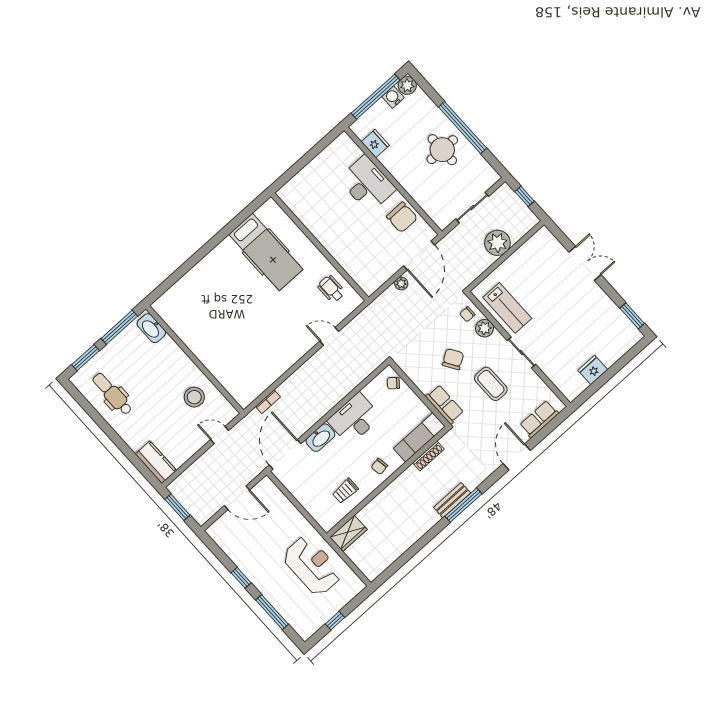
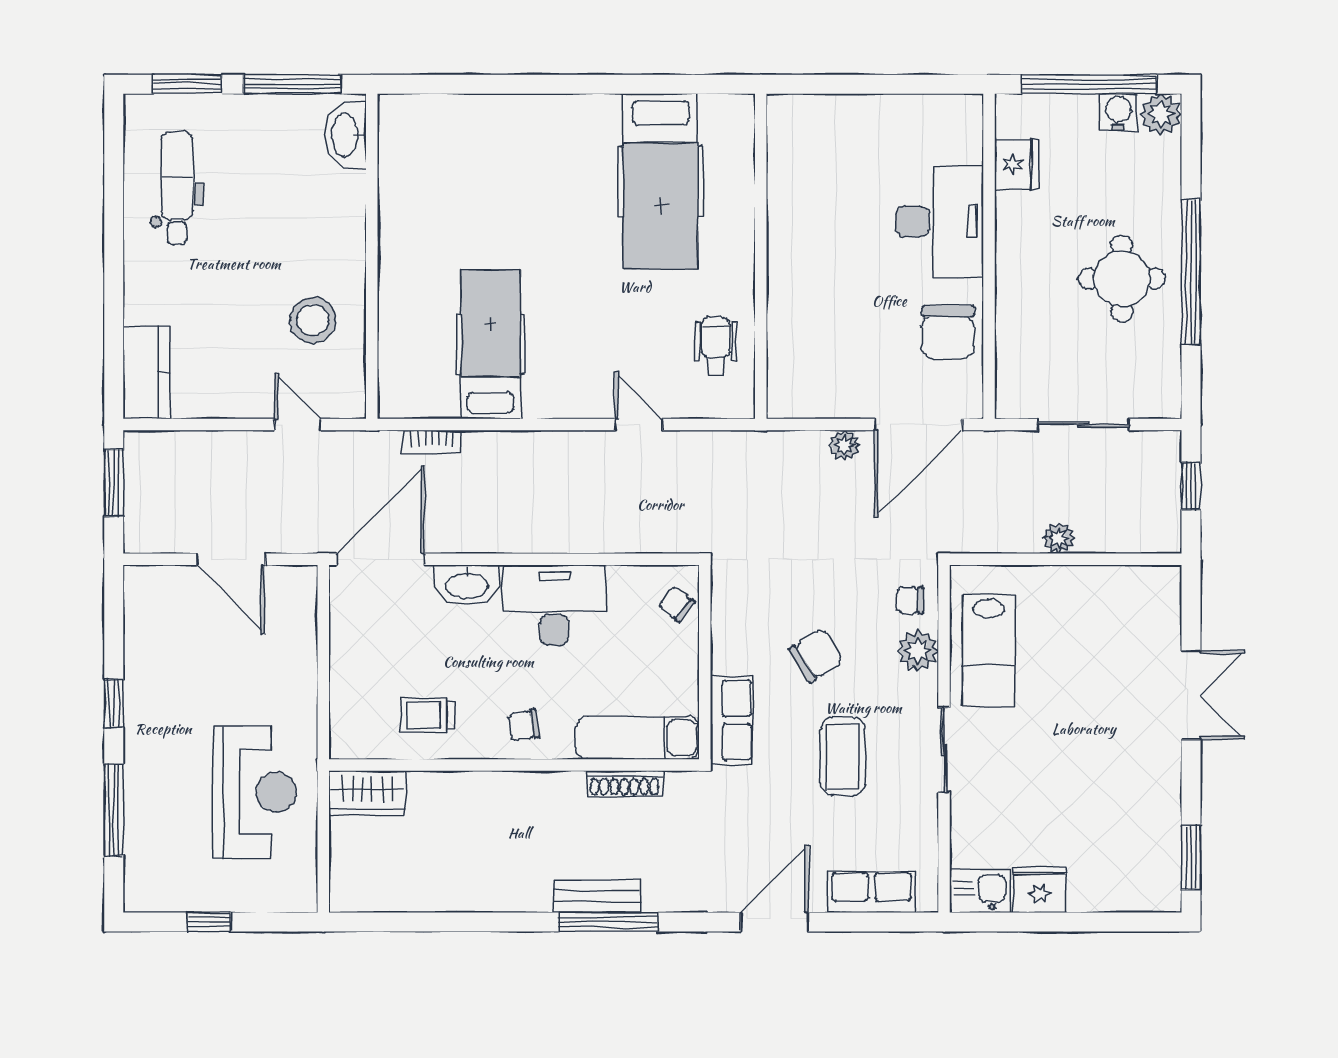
plant: (497, 243) -> (1059, 538), width x0.53, depth x0.53
hospital bed: (258, 354) -> (491, 345), added
kitchen sink: (574, 387) -> (980, 891), added

